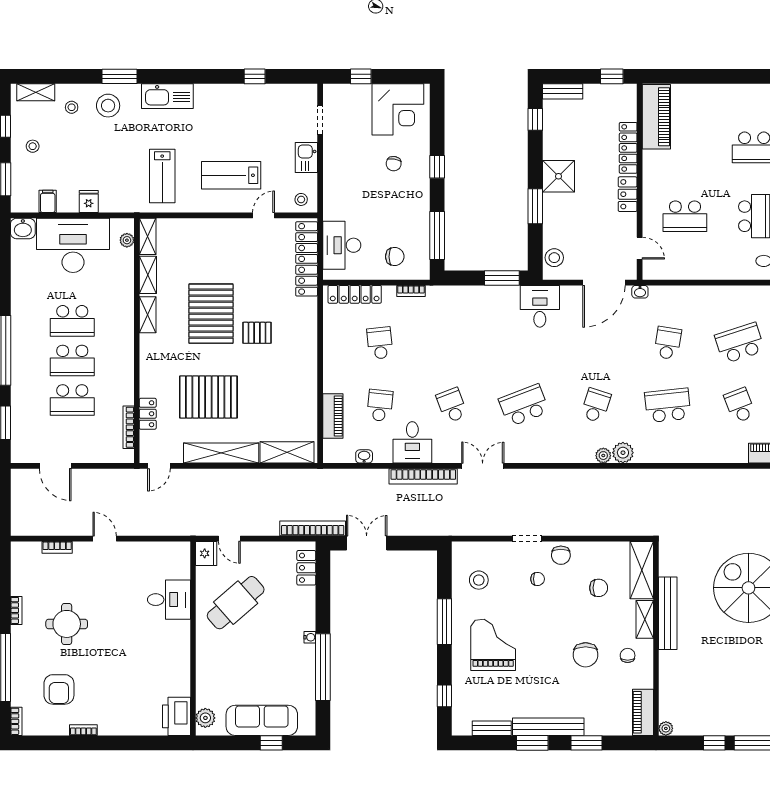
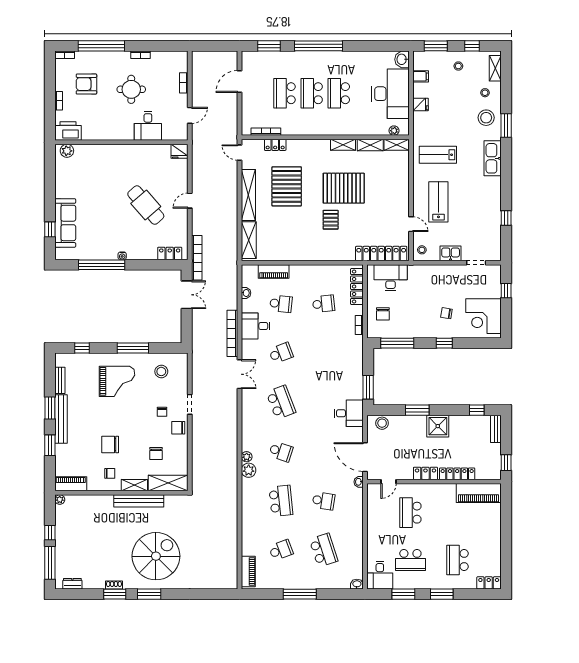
fridge: (206, 553) -> (180, 151), moved
desk: (169, 600) -> (148, 126), moved
wall: (193, 638) -> (121, 142), moved
printer: (176, 716) -> (68, 131), moved
plant: (205, 718) -> (67, 151), moved

